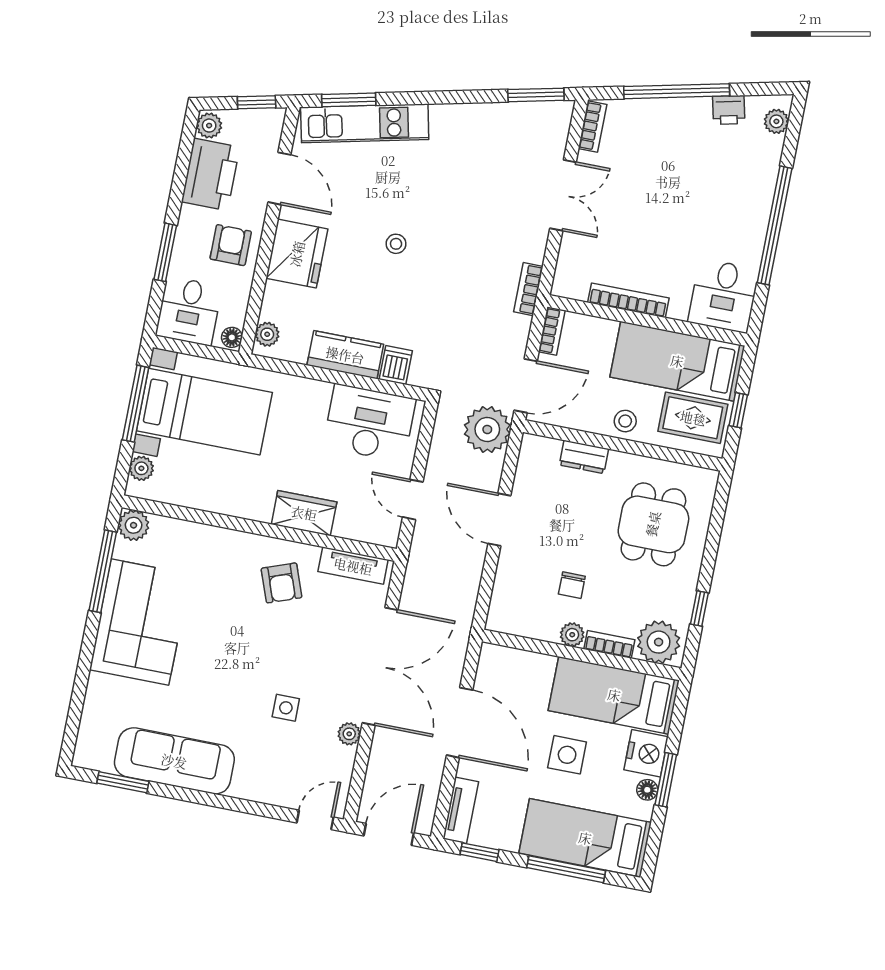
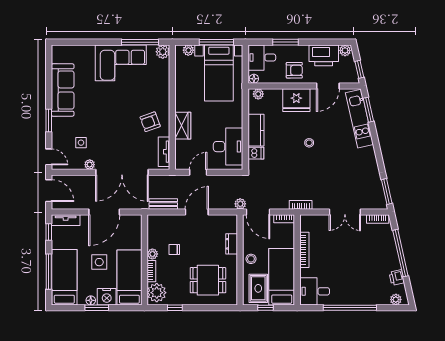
plant: (487, 429) -> (240, 204), width x0.53, depth x0.53
bench: (467, 590) -> (163, 204), added
side table: (286, 708) -> (81, 143), moved
window: (123, 782) -> (49, 120), moved

